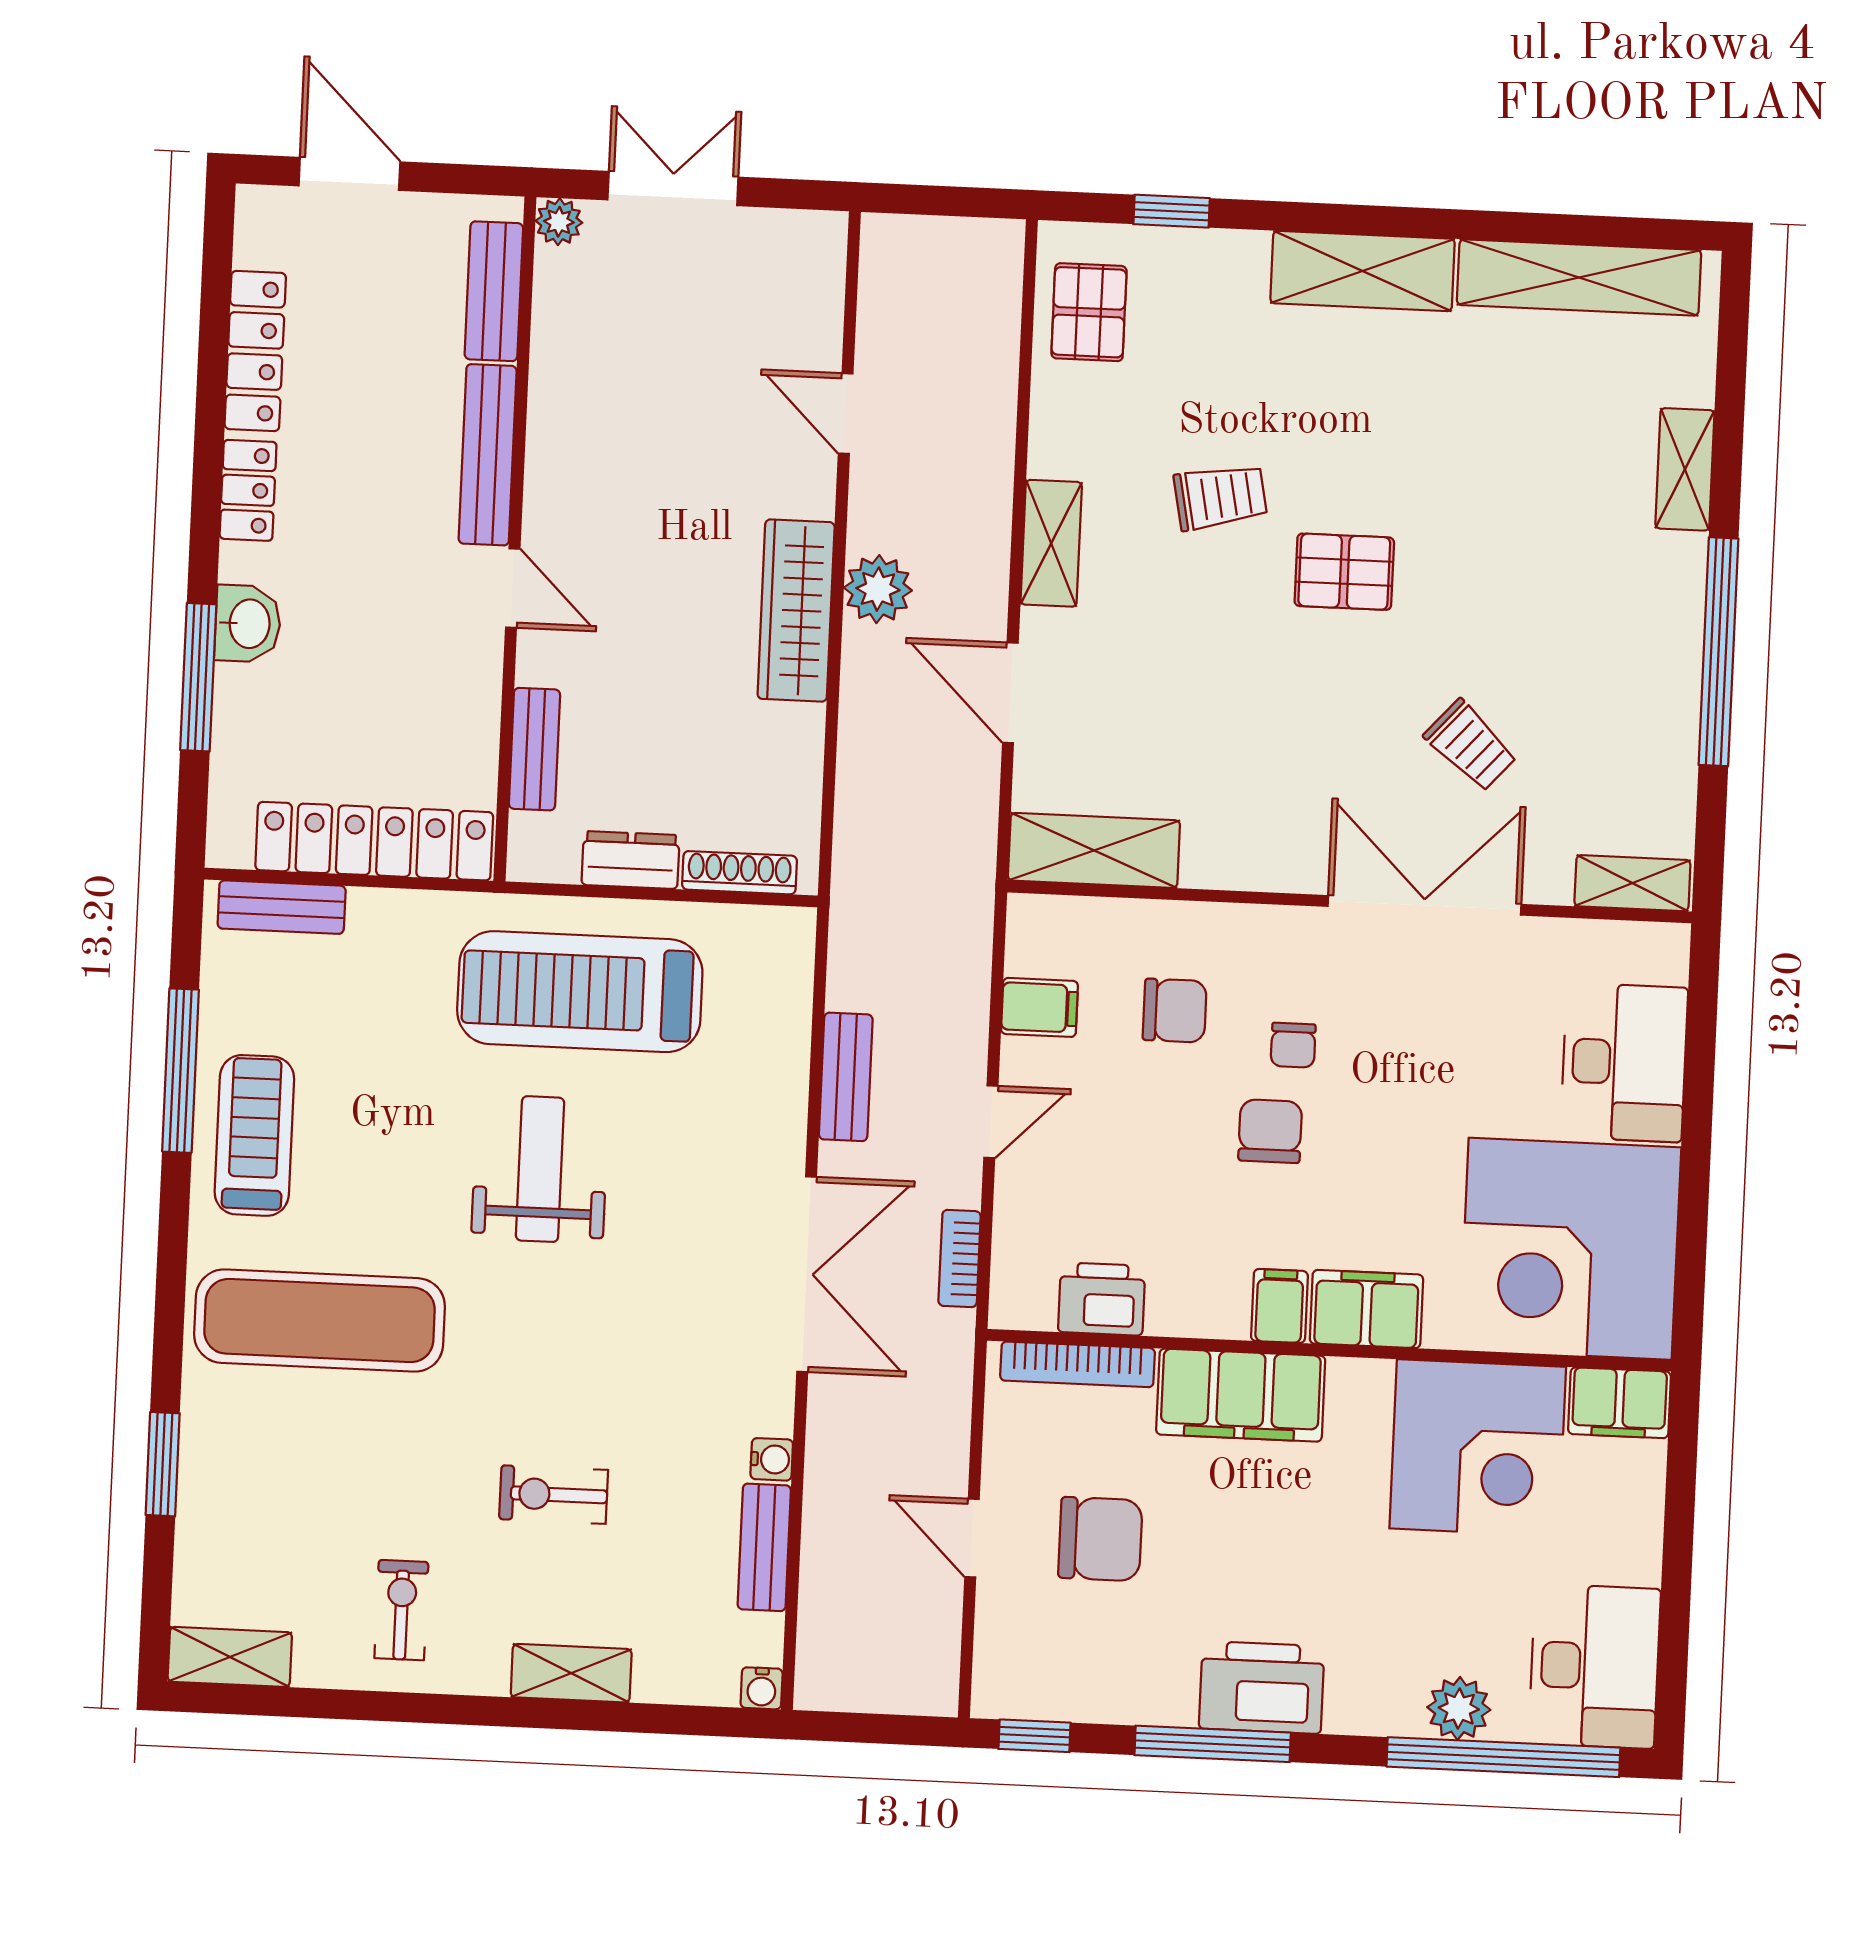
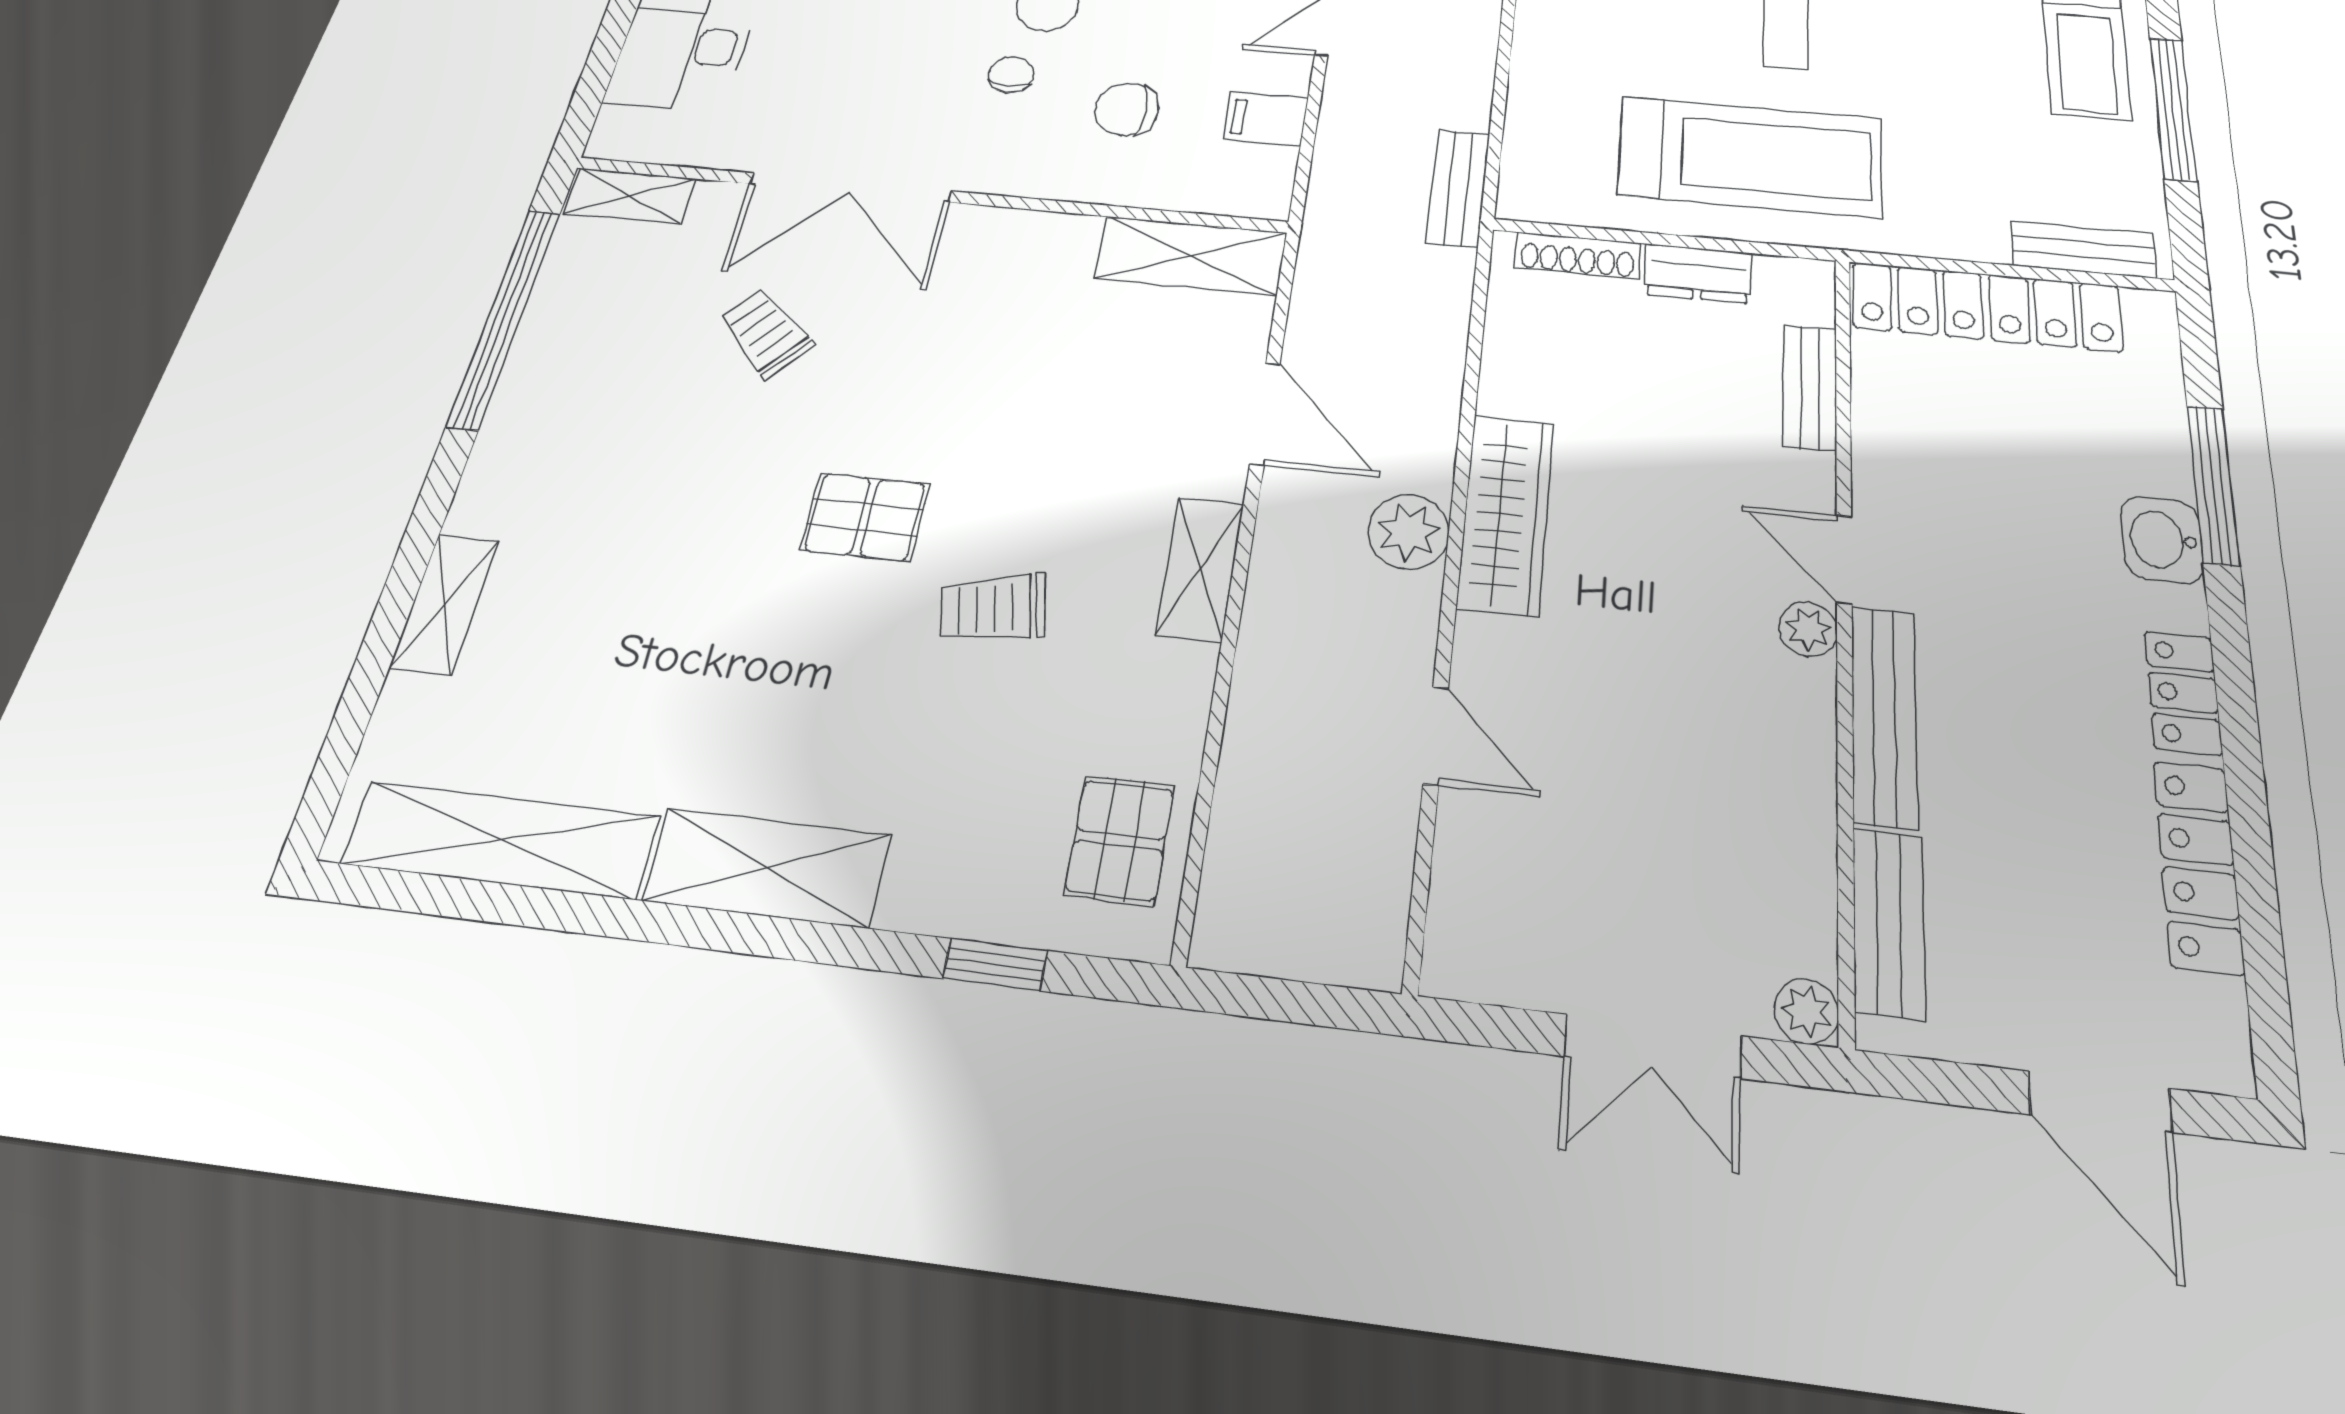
plant: (545, 524) -> (1808, 629), added
window: (1719, 652) -> (504, 318), moved
bench: (846, 1077) -> (1458, 188), moved

